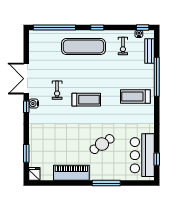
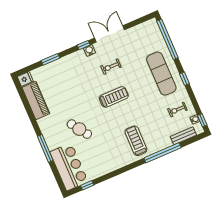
treadmill: (86, 100) -> (114, 97), turned -90
window: (26, 153) -> (50, 59), moved
bar counter: (142, 155) -> (69, 167), moved, turned 90
piano: (71, 173) -> (36, 101), moved

